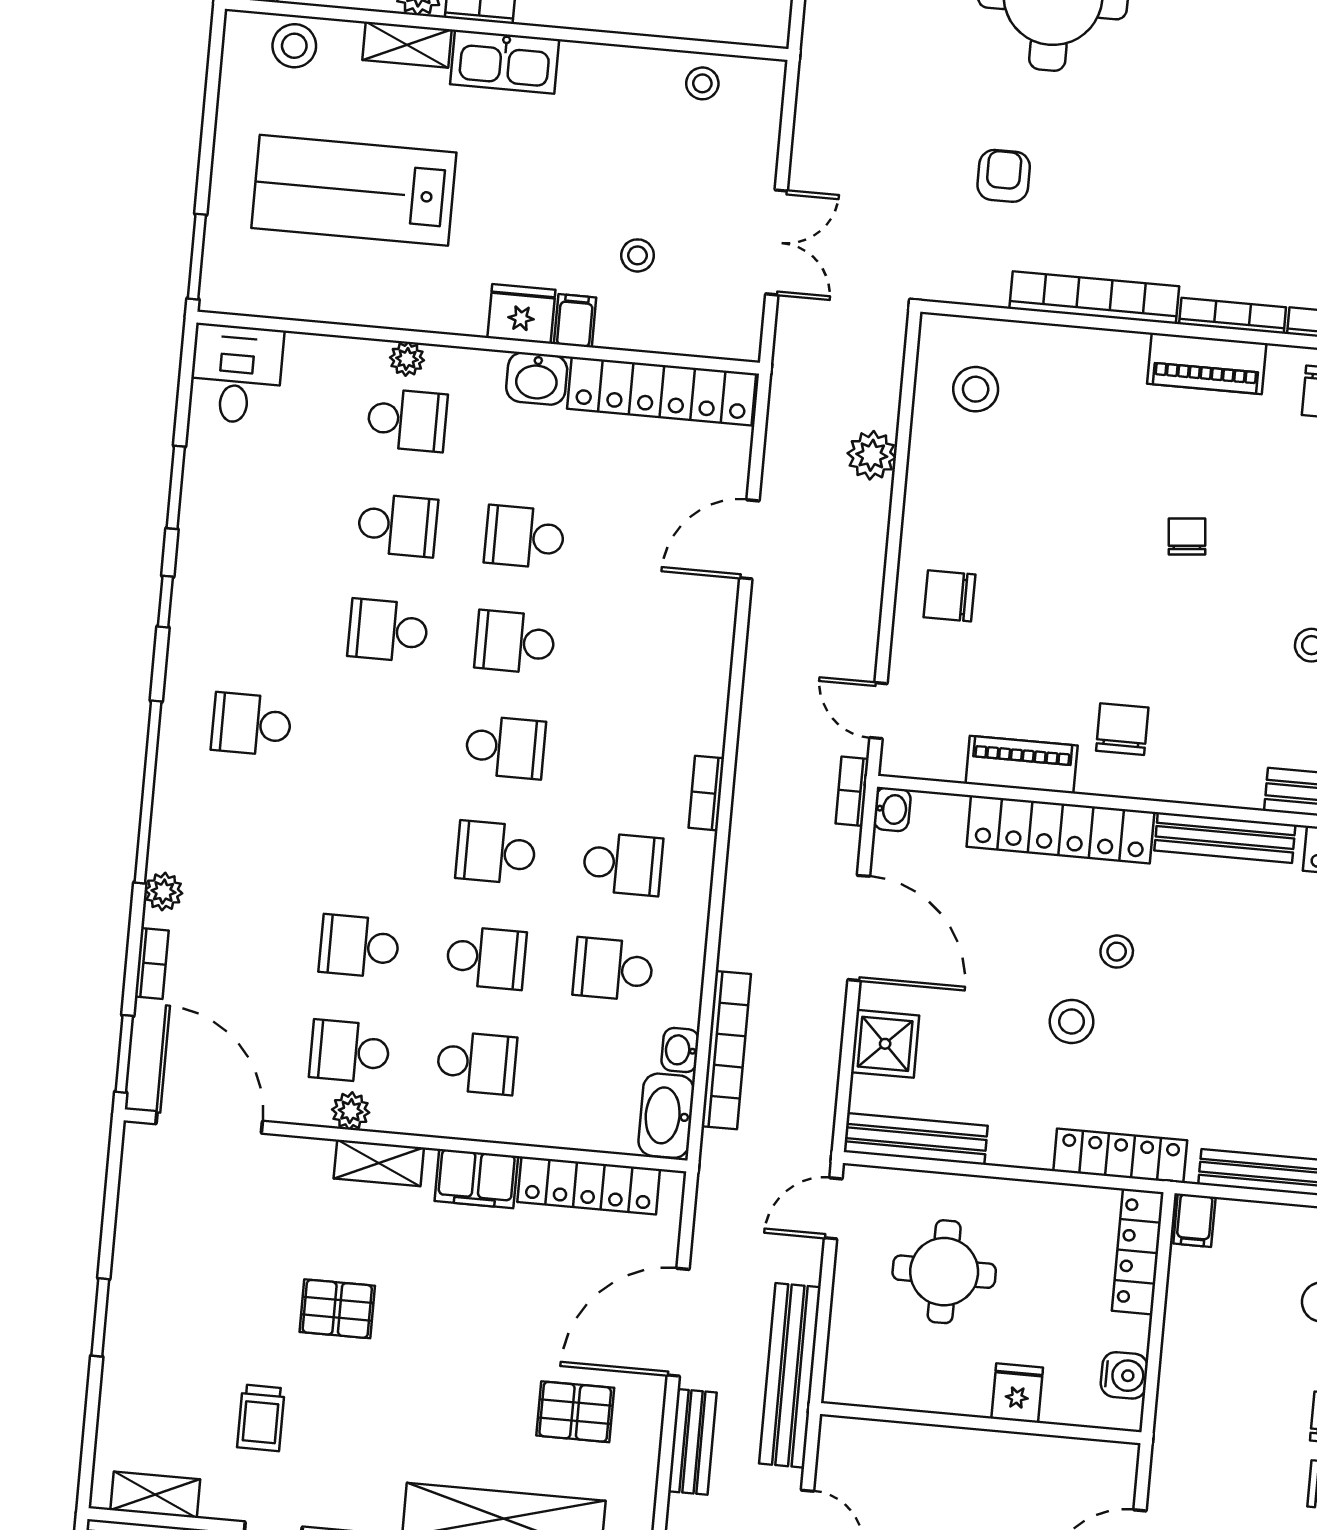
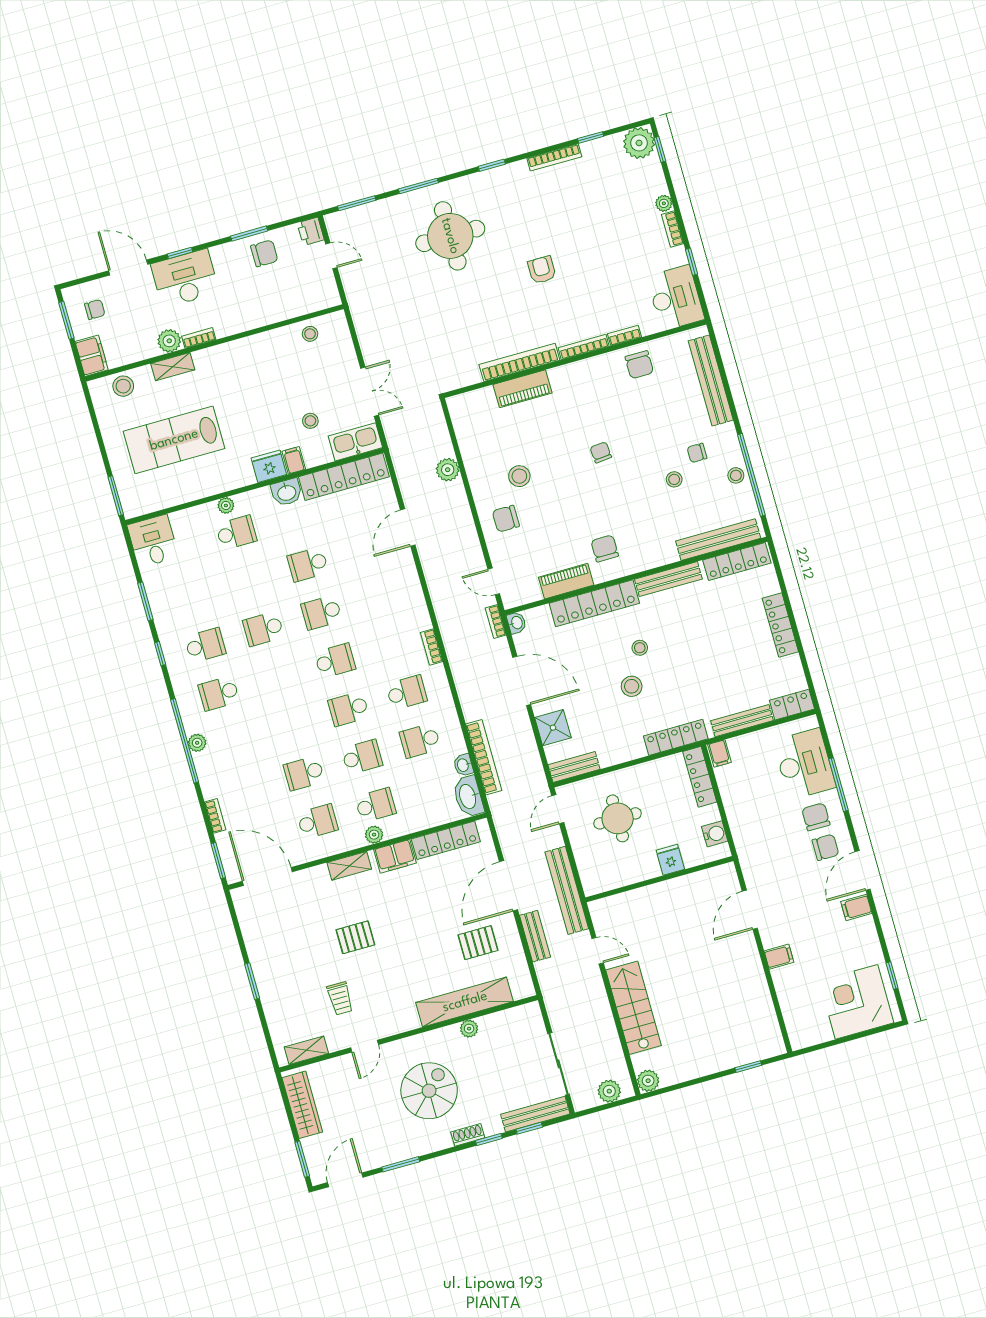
kitchen sink: (505, 62) -> (355, 442), moved, turned 180
armchair: (1004, 176) -> (542, 270), moved
piano: (1207, 363) -> (523, 389), moved
stool: (976, 389) -> (519, 476), moved
school desk: (398, 525) -> (205, 645), moved
plant: (164, 892) -> (197, 743), moved
school desk: (350, 1051) -> (317, 821), turned 180
plant: (351, 1111) -> (374, 835), moved
bench: (916, 1139) -> (574, 767), width x0.73

